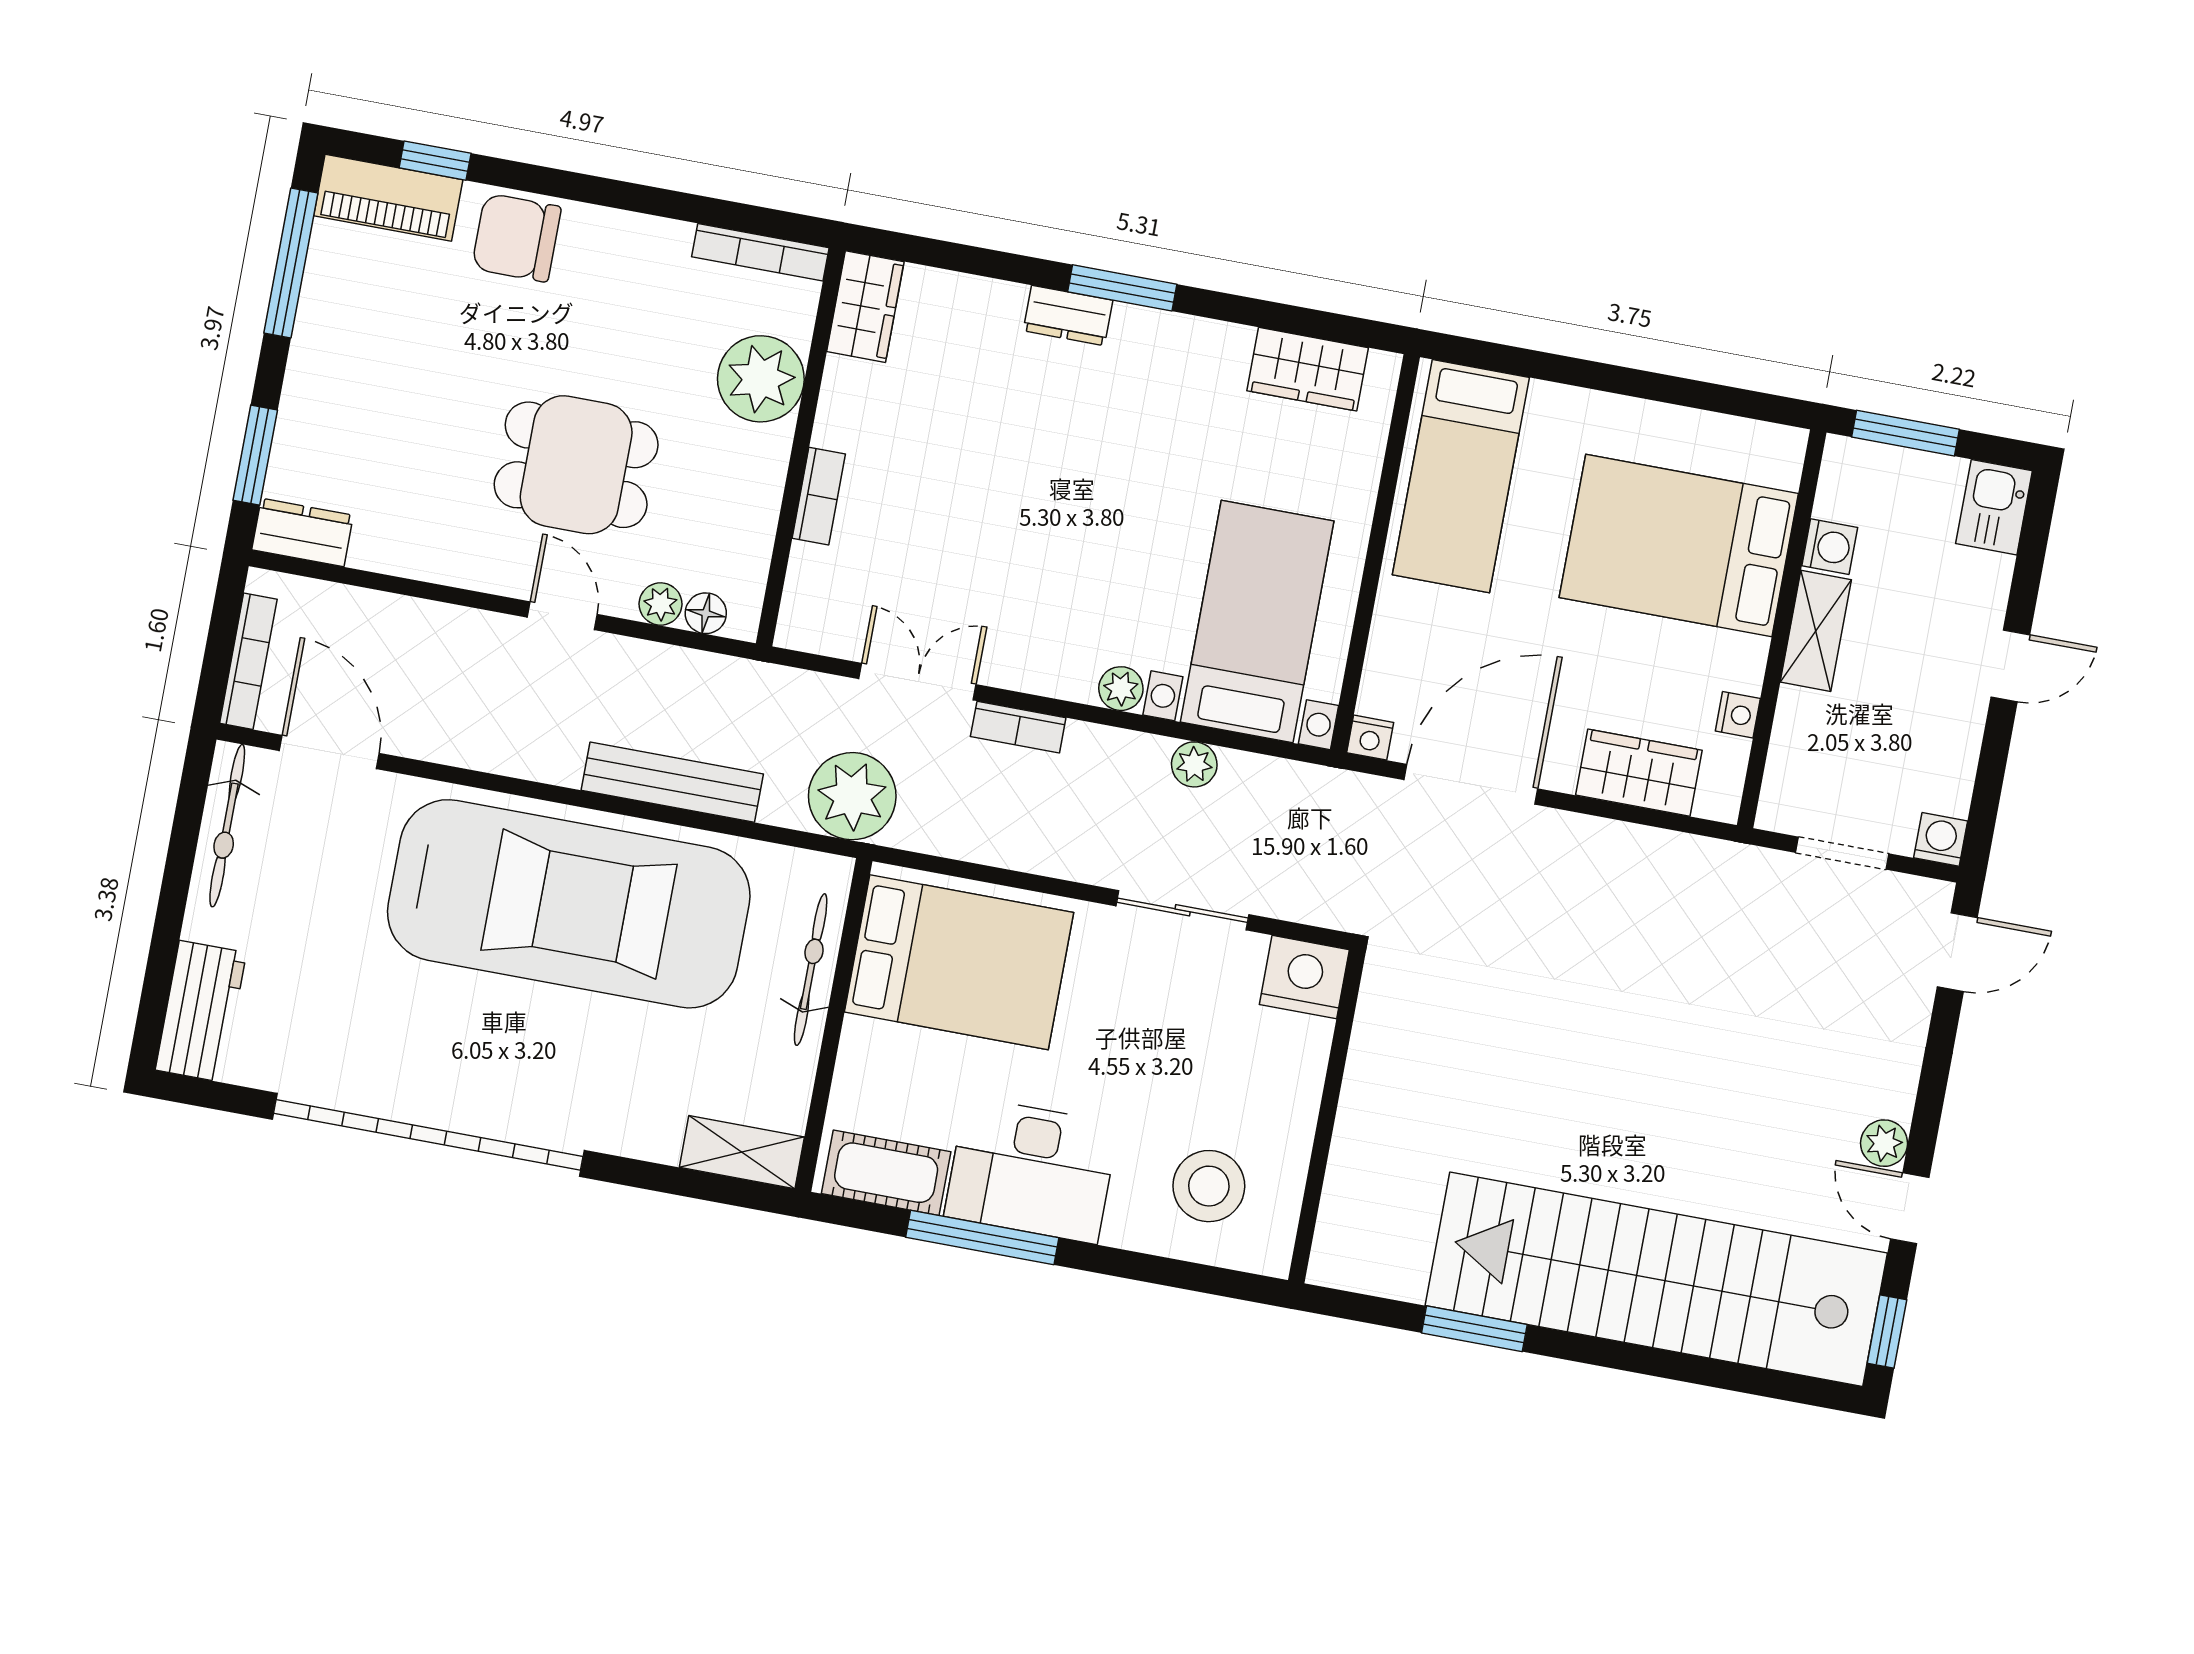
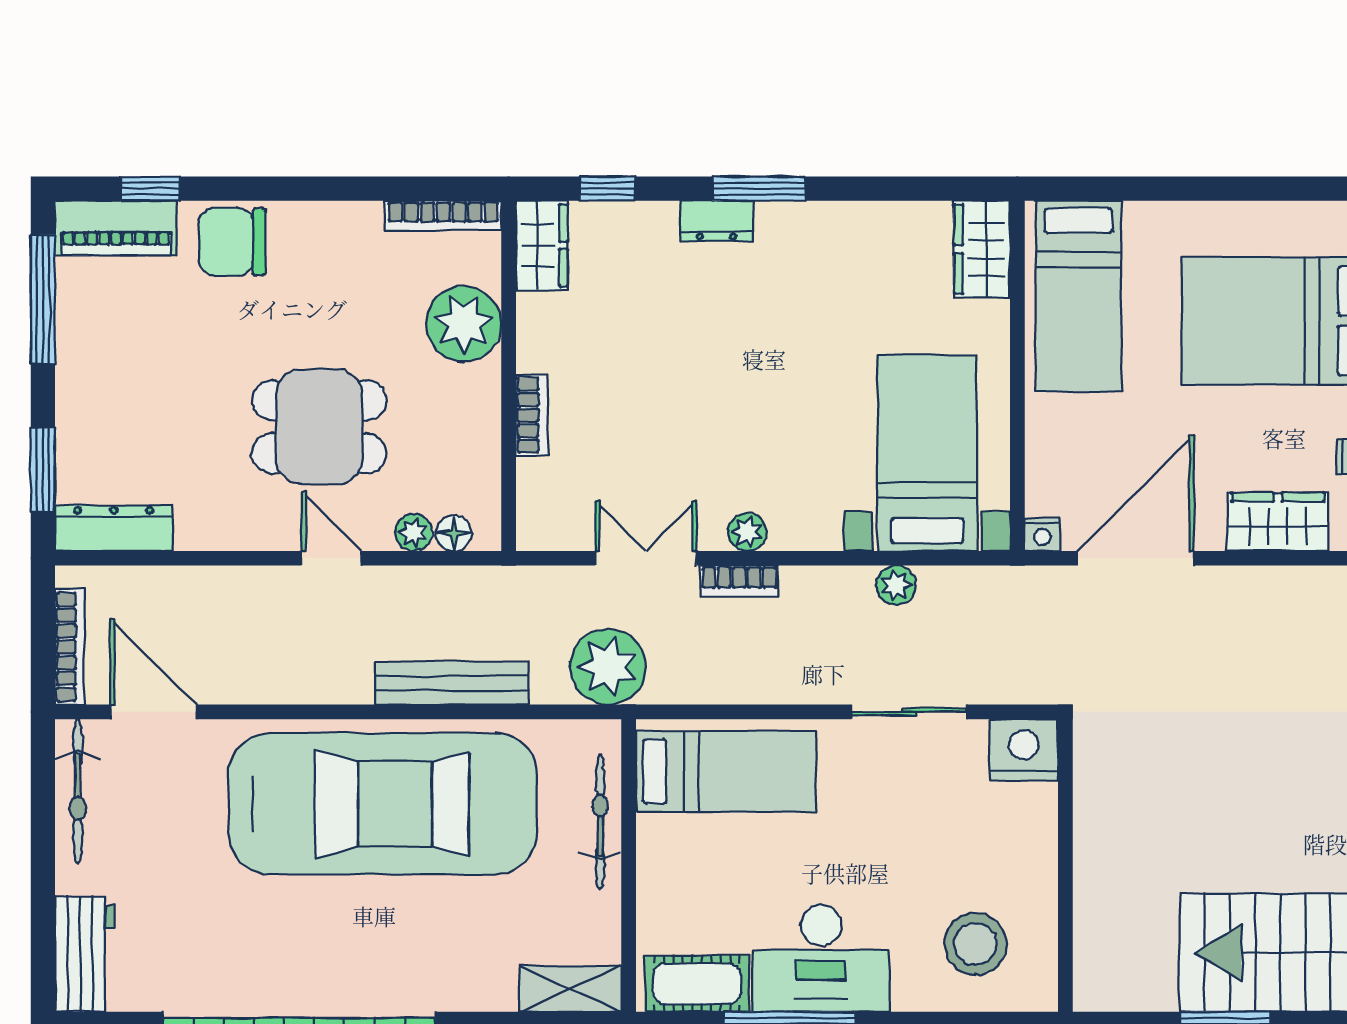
window: (951, 256) -> (607, 189), added
wardrobe: (1308, 369) -> (982, 249), moved, turned 90
dresser: (303, 533) -> (114, 528), width x1.44
plant: (1121, 689) -> (747, 532), moved
bed: (959, 962) -> (726, 772), width x0.67

